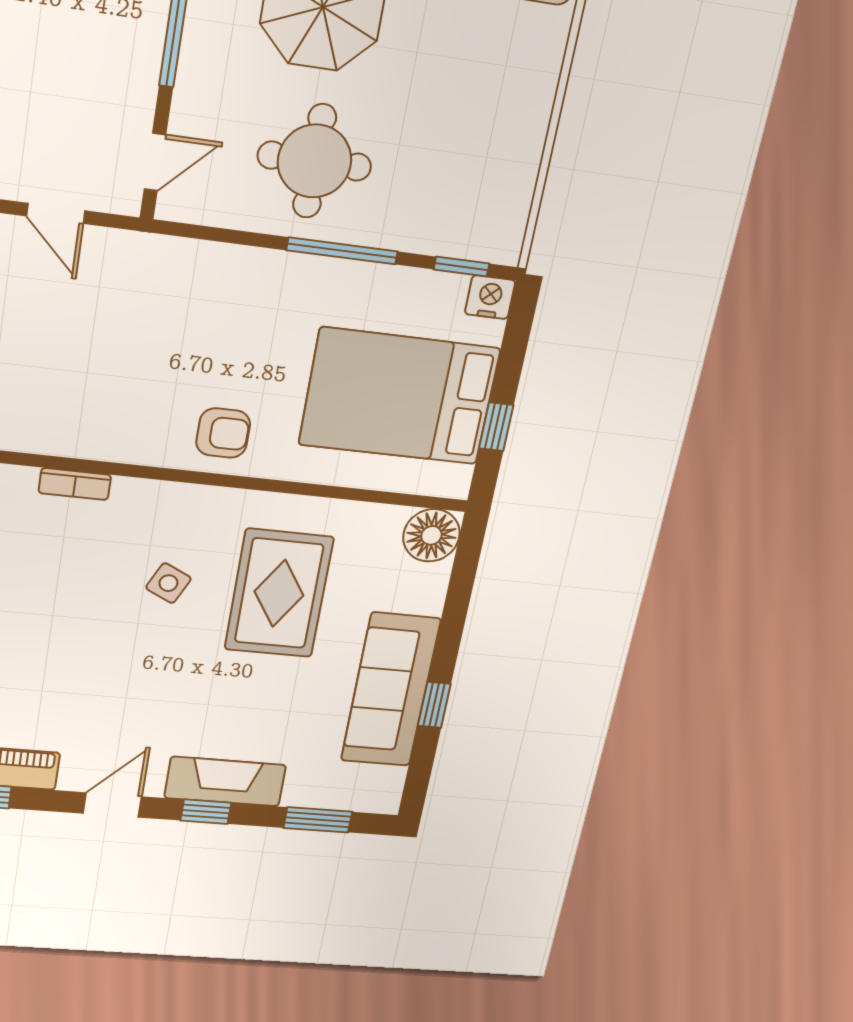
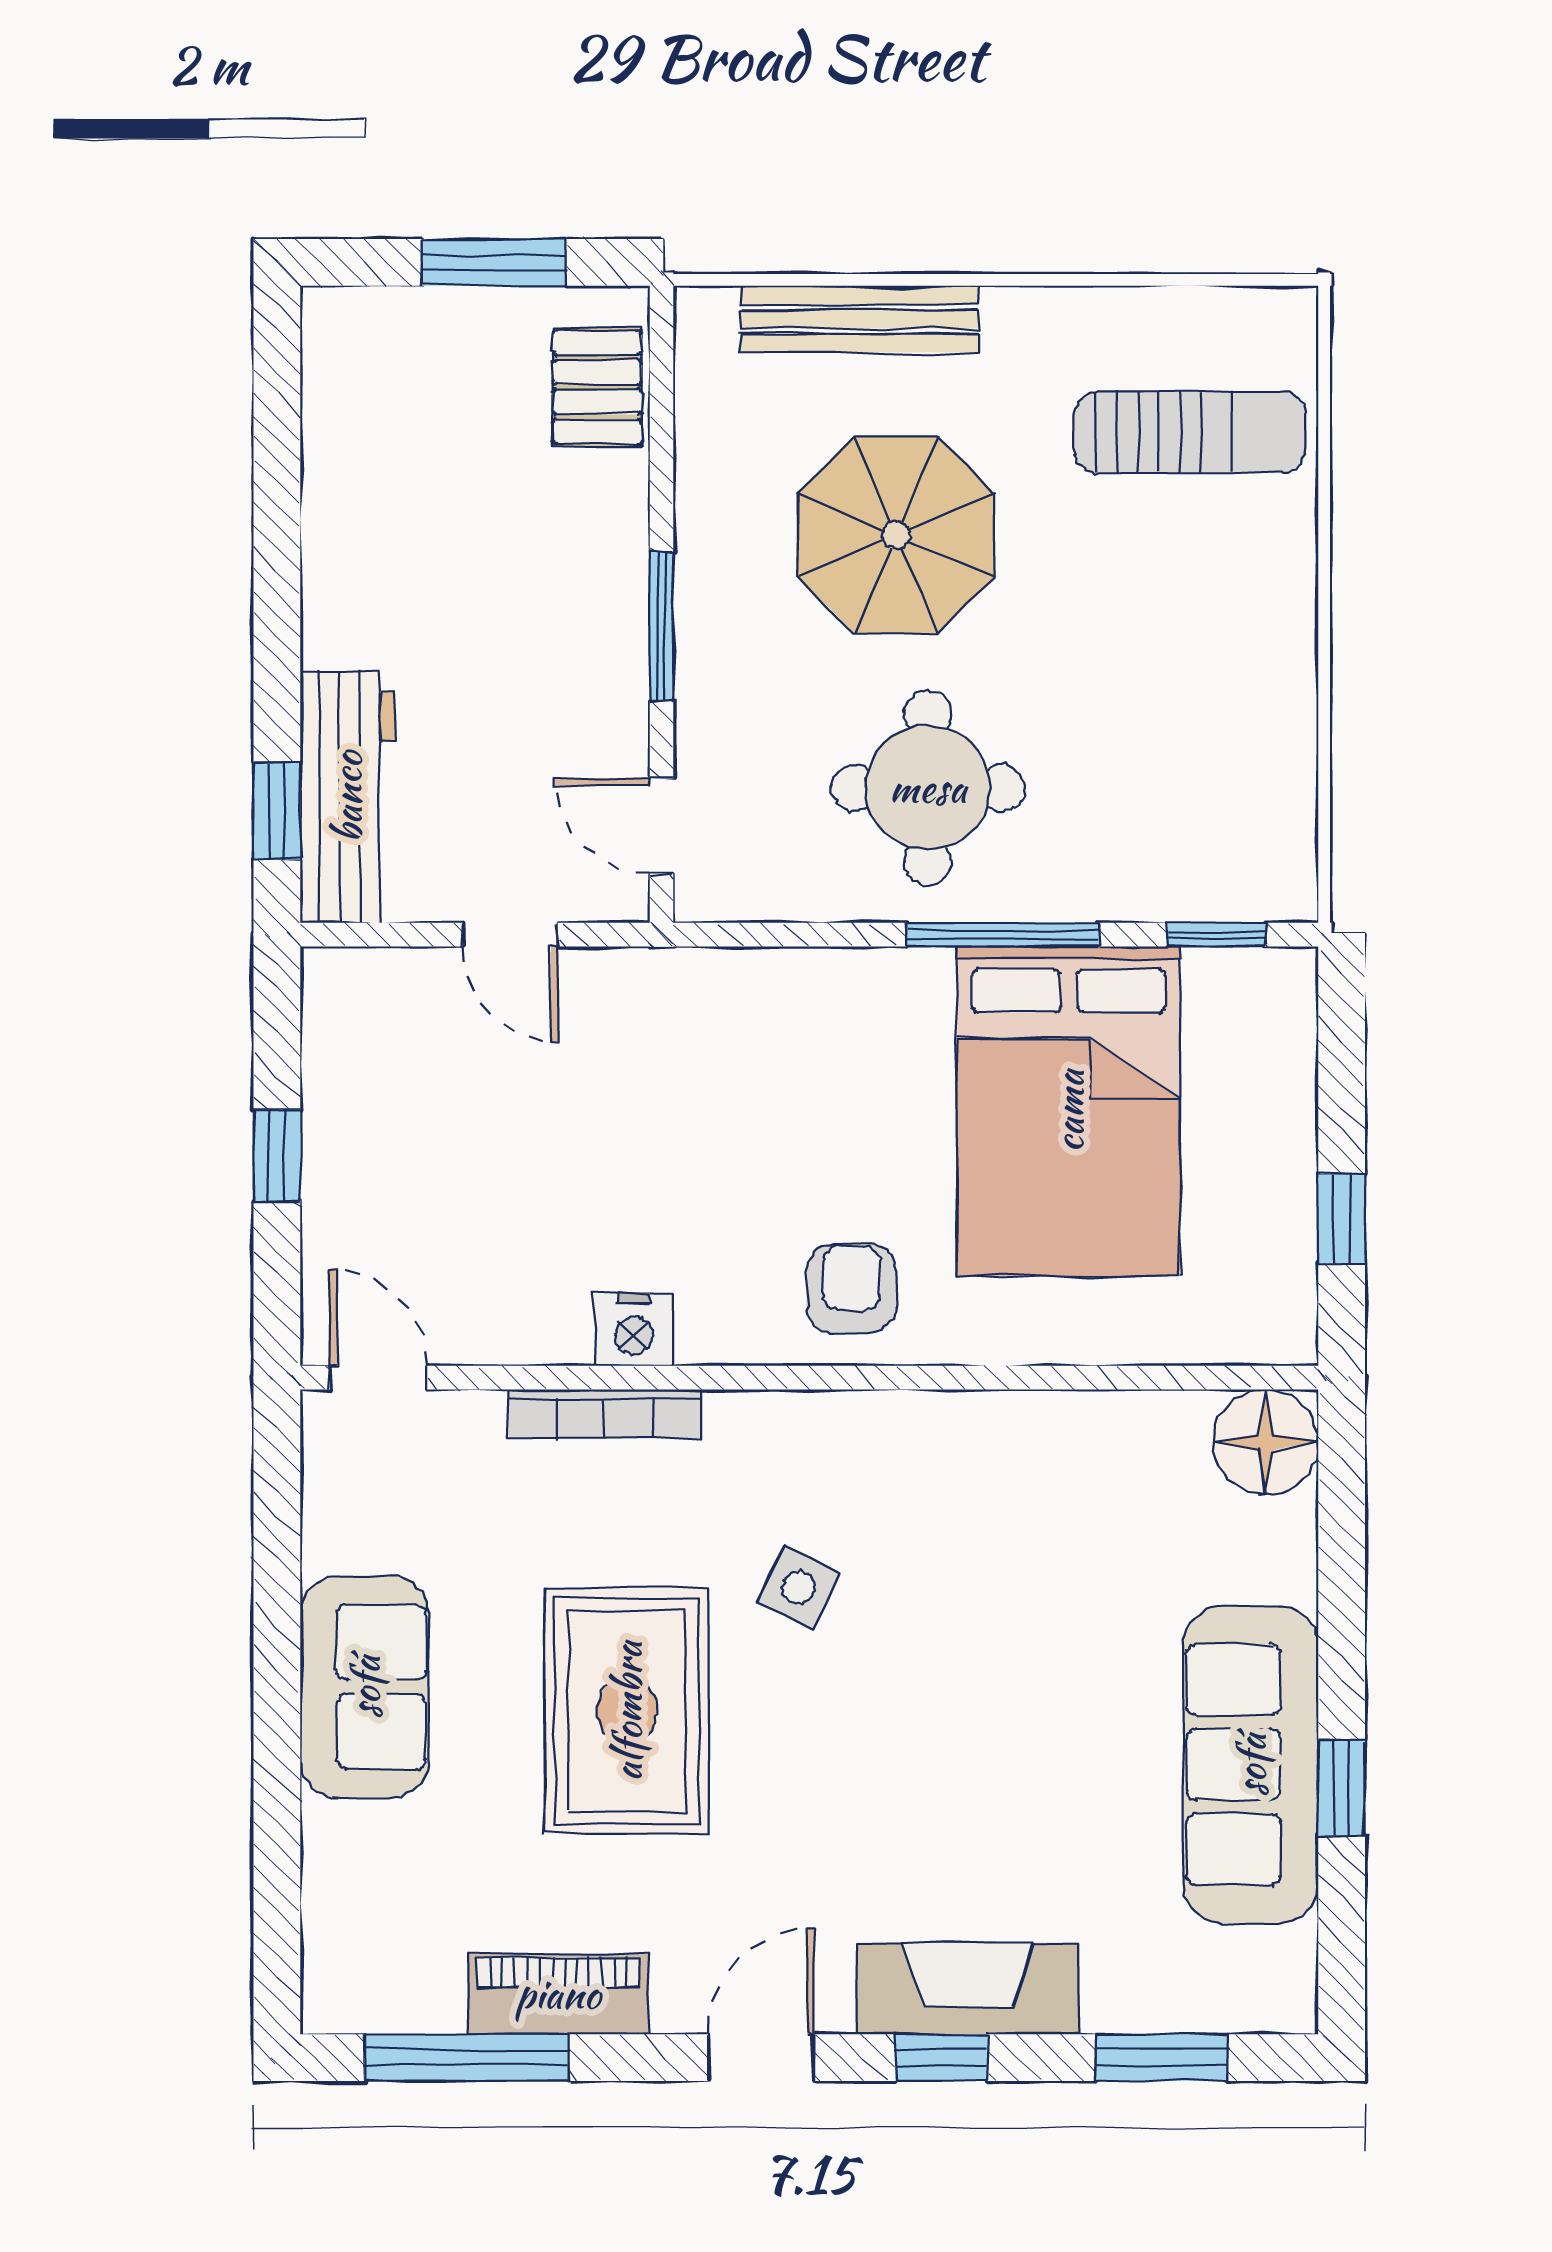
door: (155, 162) -> (662, 826), swing flipped
nightstand: (490, 297) -> (634, 1330), moved, turned 180
bed: (399, 397) -> (1069, 1111), moved, turned -90
armchair: (223, 433) -> (851, 1288), turned -90
bookcase: (75, 484) -> (605, 1414), width x1.56
rug: (279, 593) -> (627, 1711), moved

